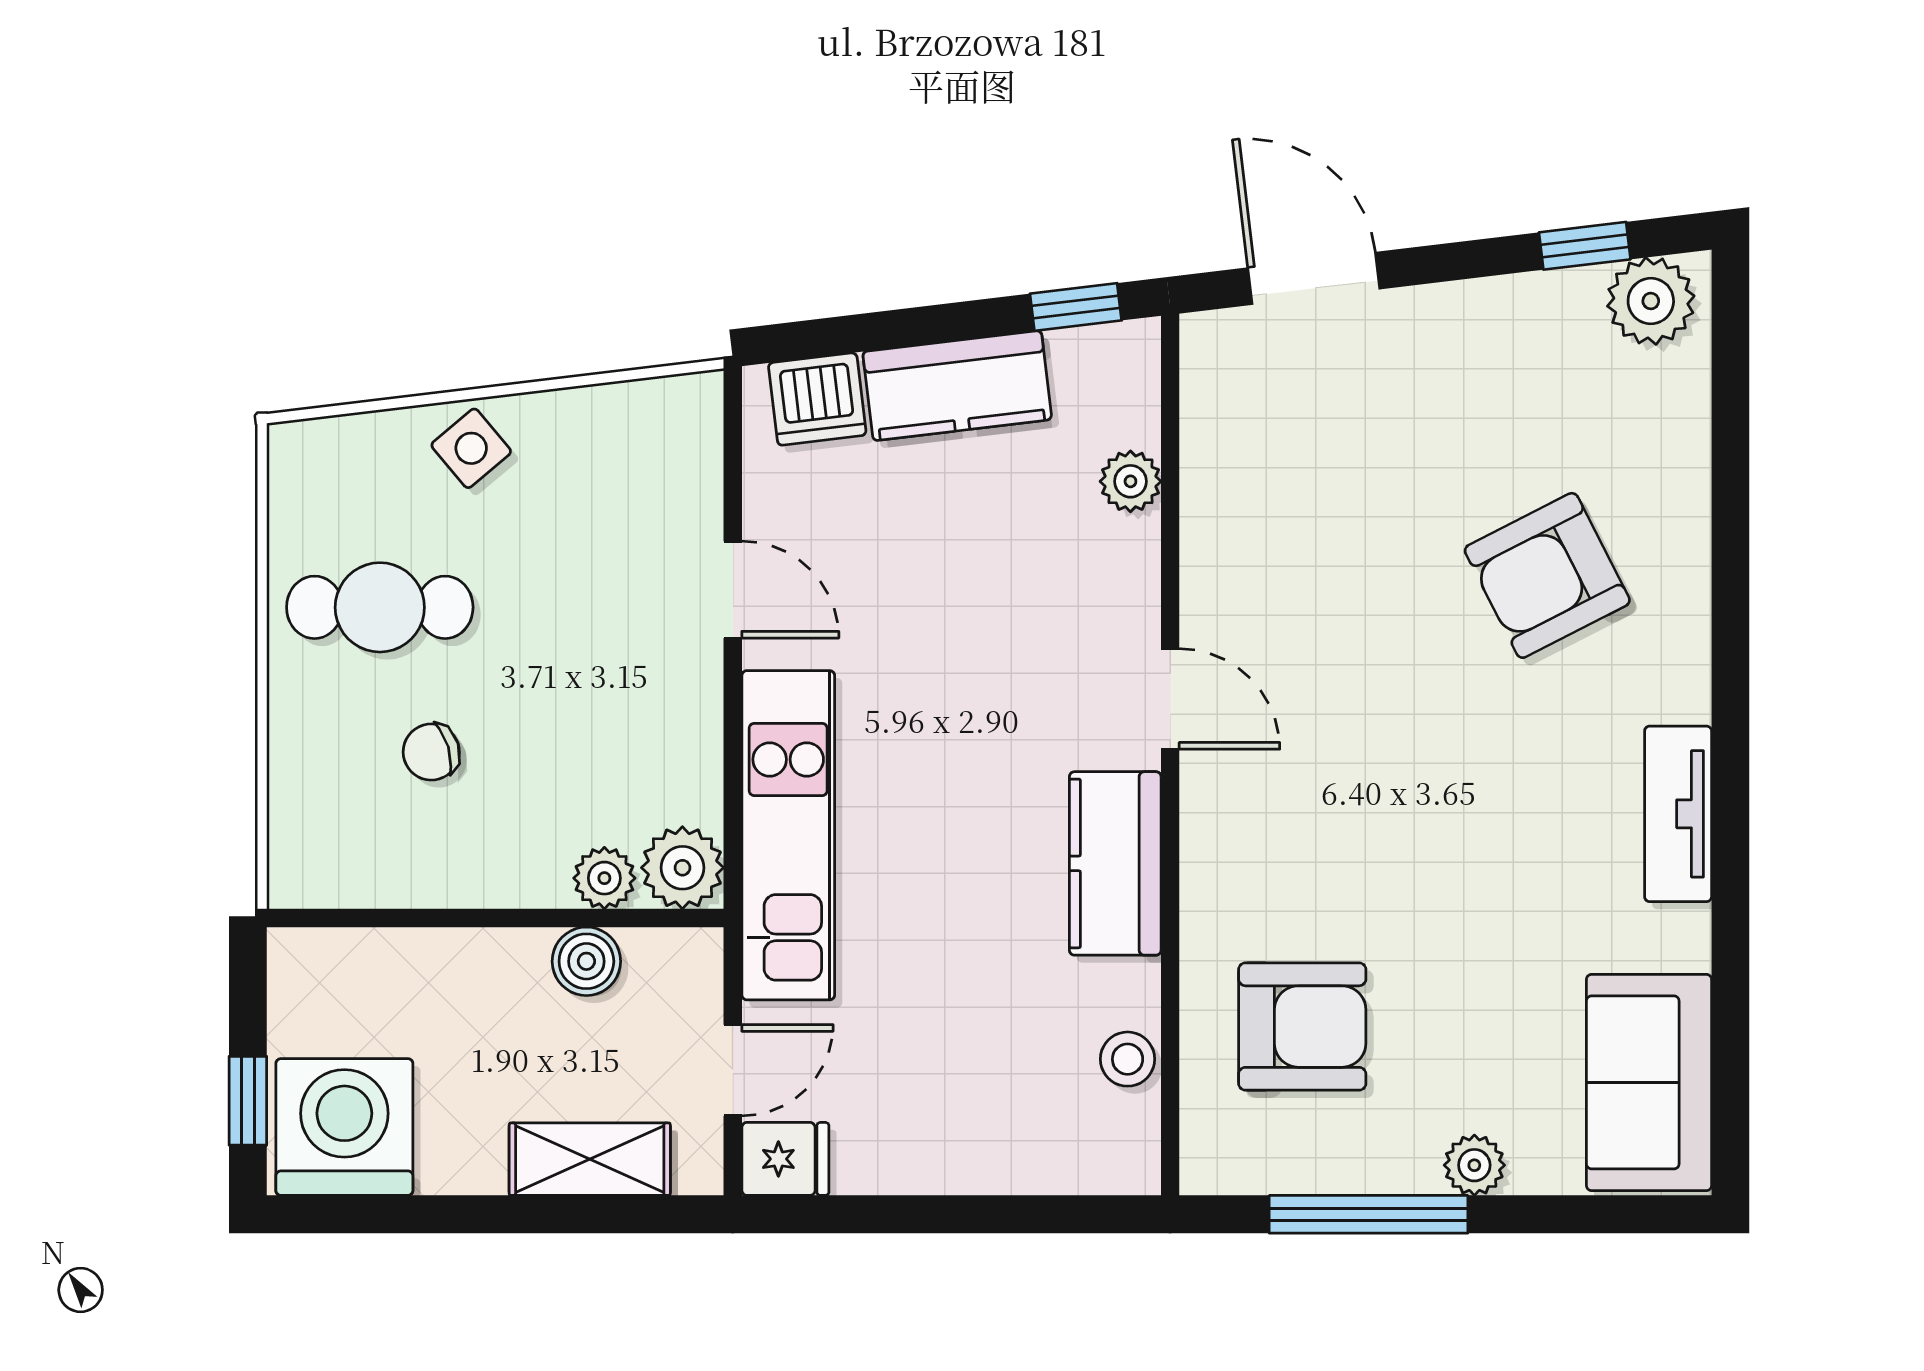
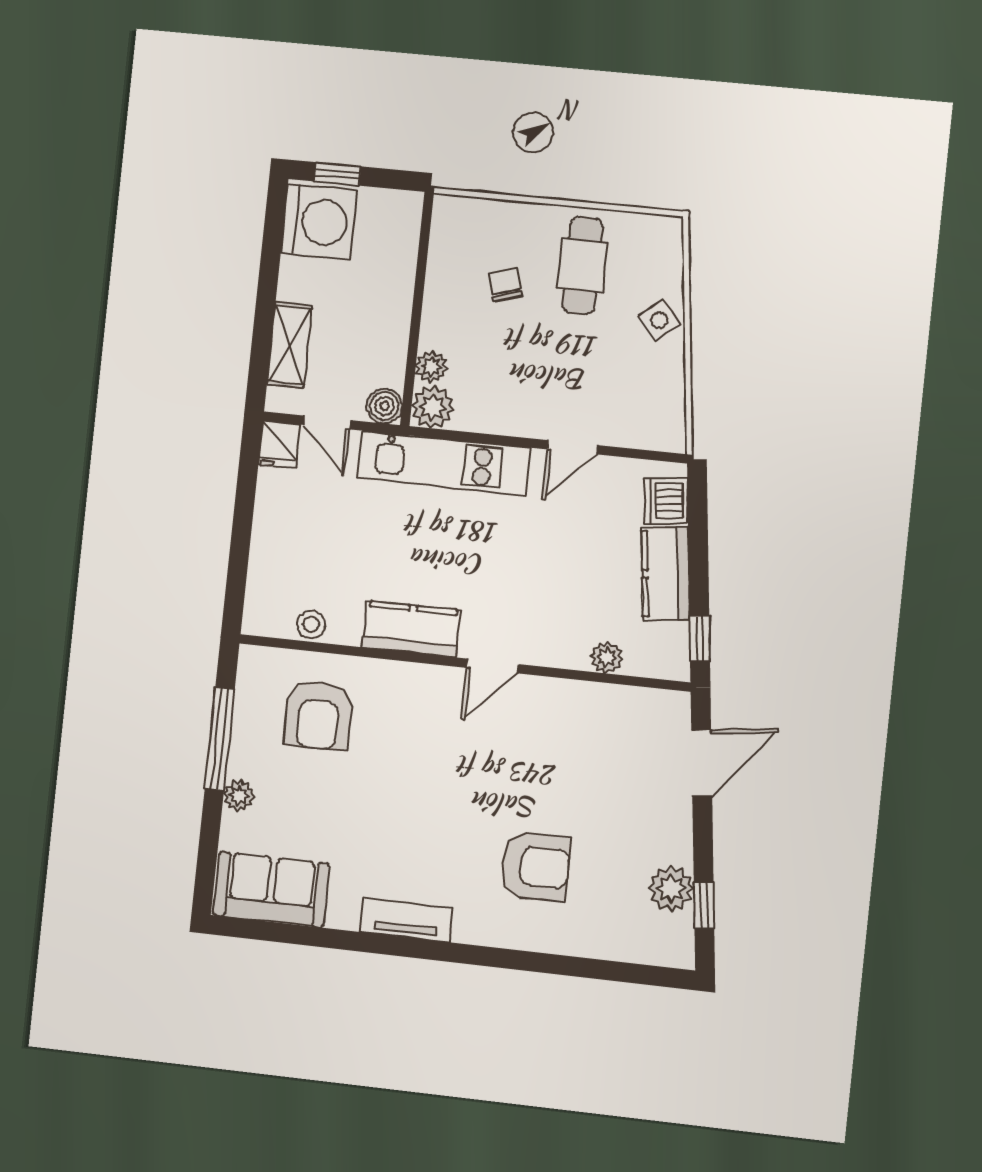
plant: (1651, 301) -> (671, 888), moved
armchair: (1547, 575) -> (536, 867), turned 117
boiler: (586, 961) -> (384, 406), moved

